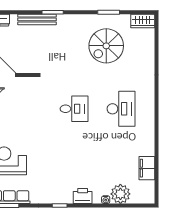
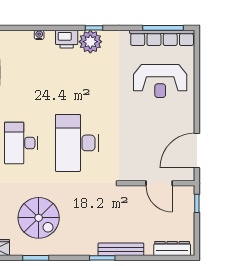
spiral stairs: (106, 46) -> (39, 218), turned 90
desk: (74, 109) -> (77, 143), width x1.87, depth x1.30
plant: (120, 194) -> (90, 42), moved

